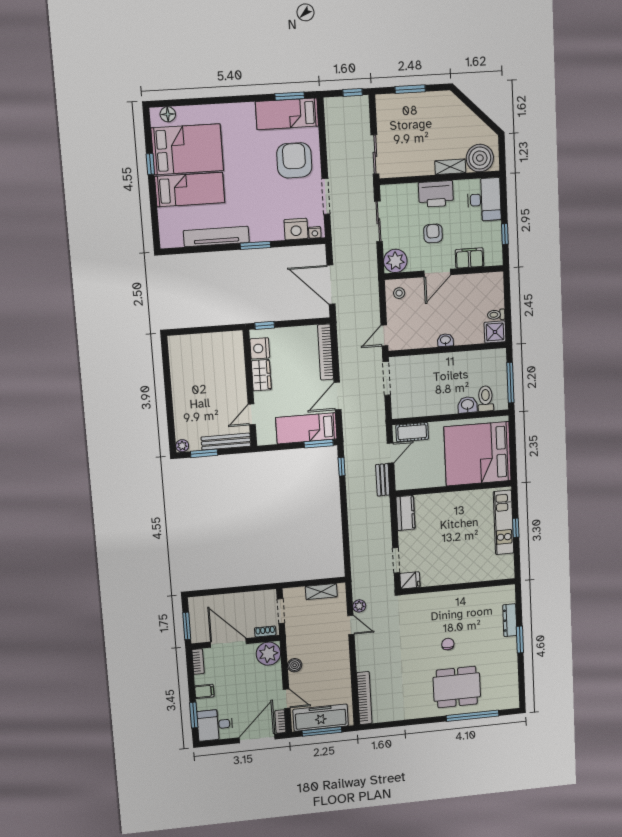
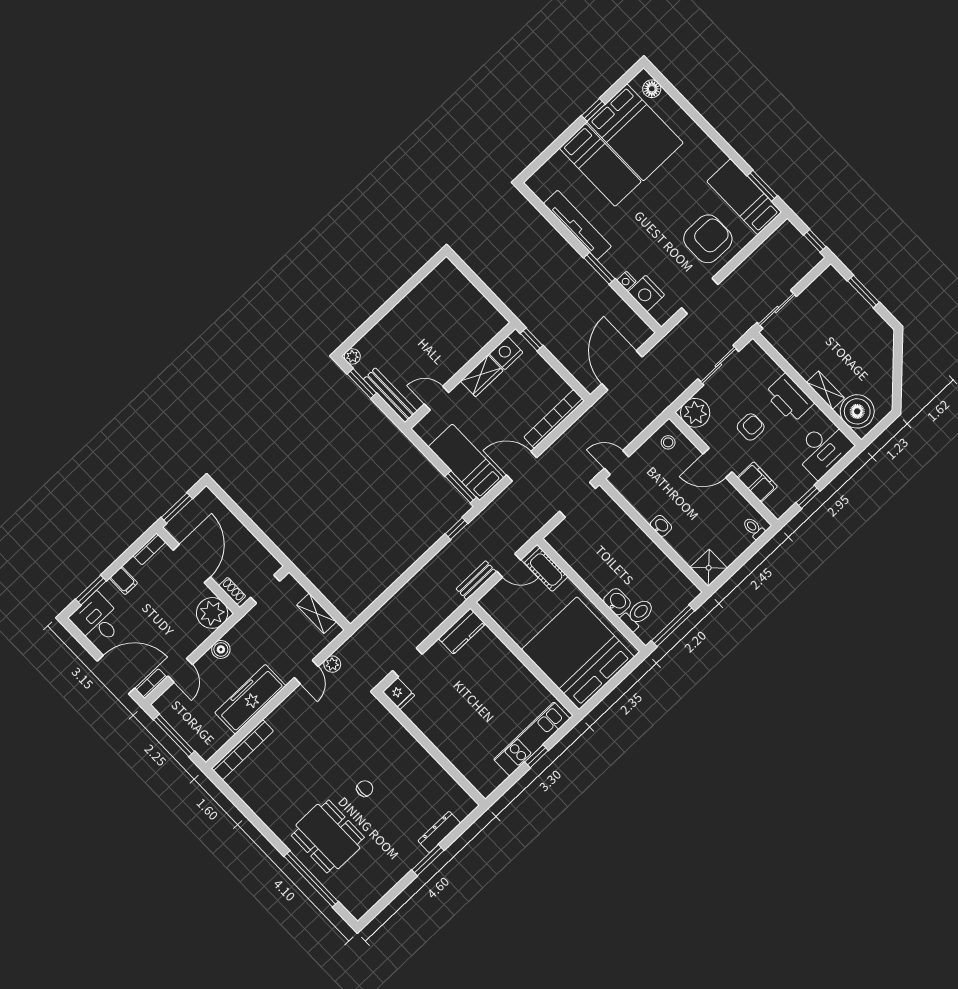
nightstand: (315, 232) -> (626, 281), moved
toilet: (496, 315) -> (754, 528), moved
freezer: (321, 718) -> (250, 699), moved, turned -90

